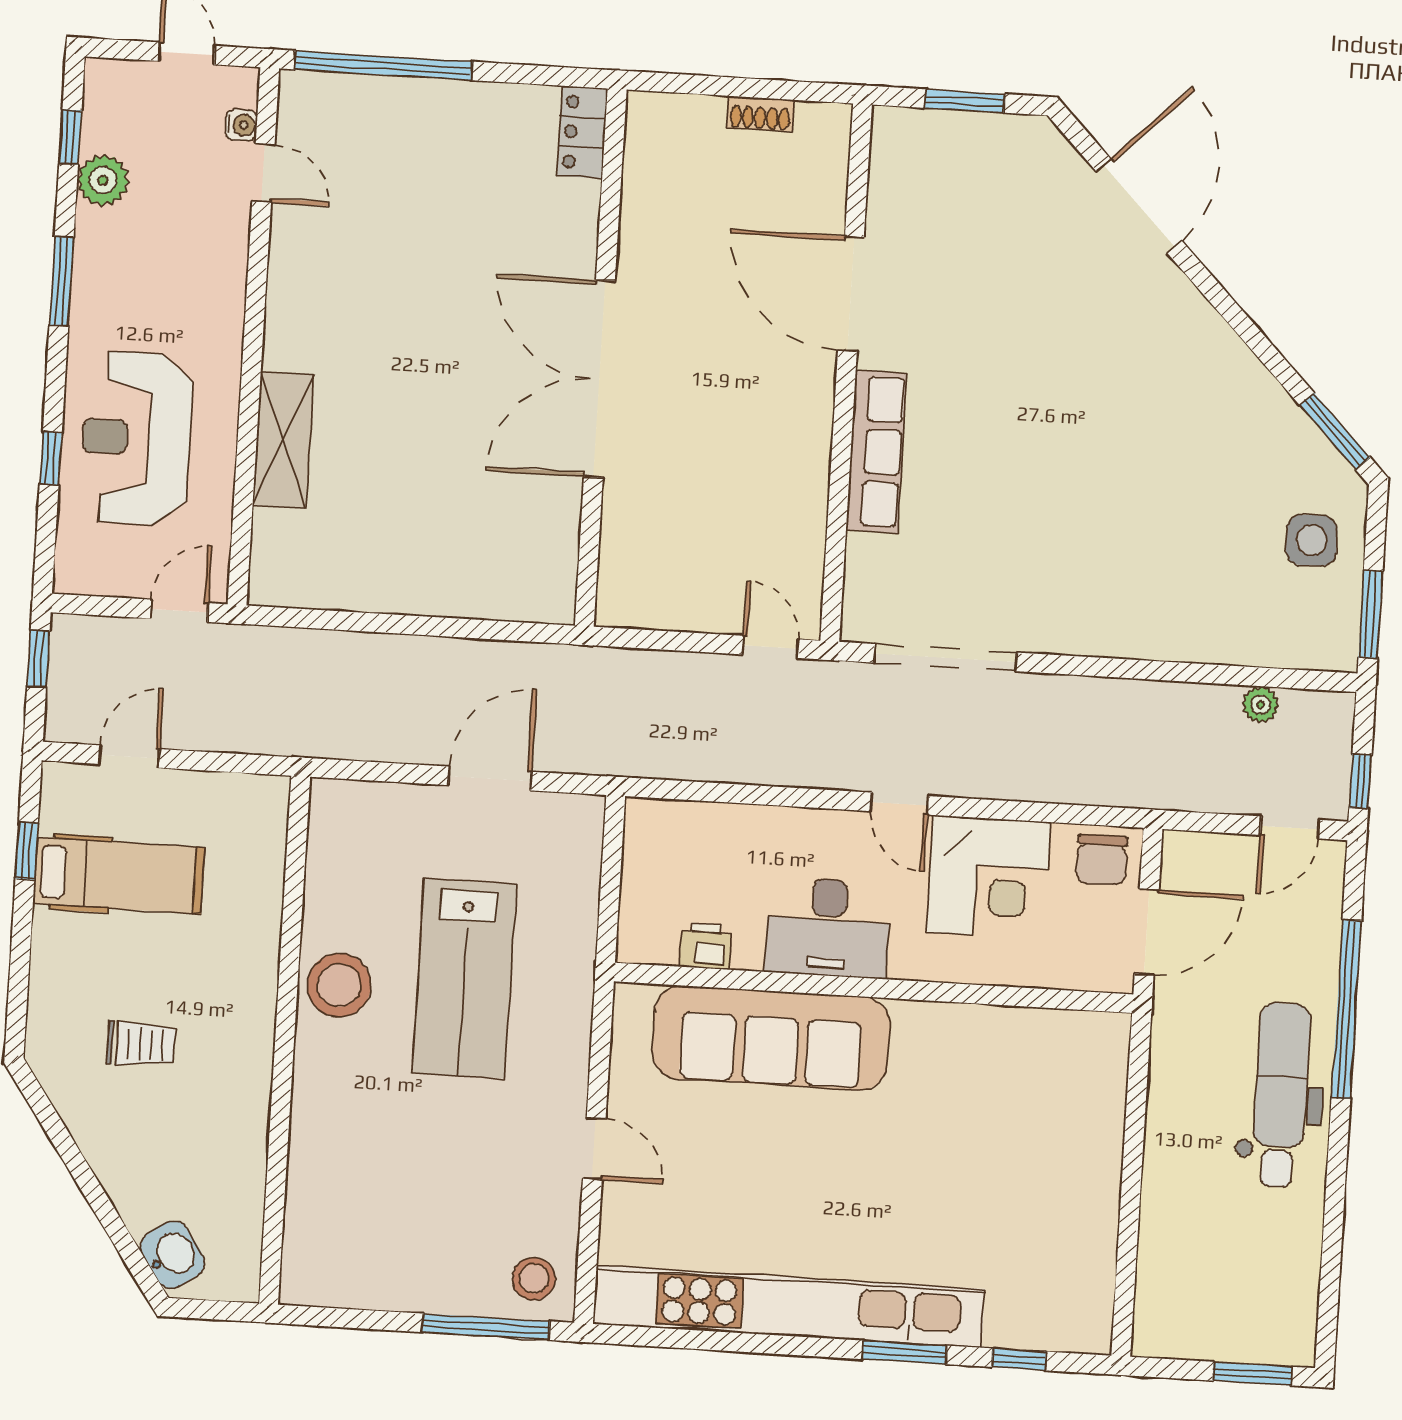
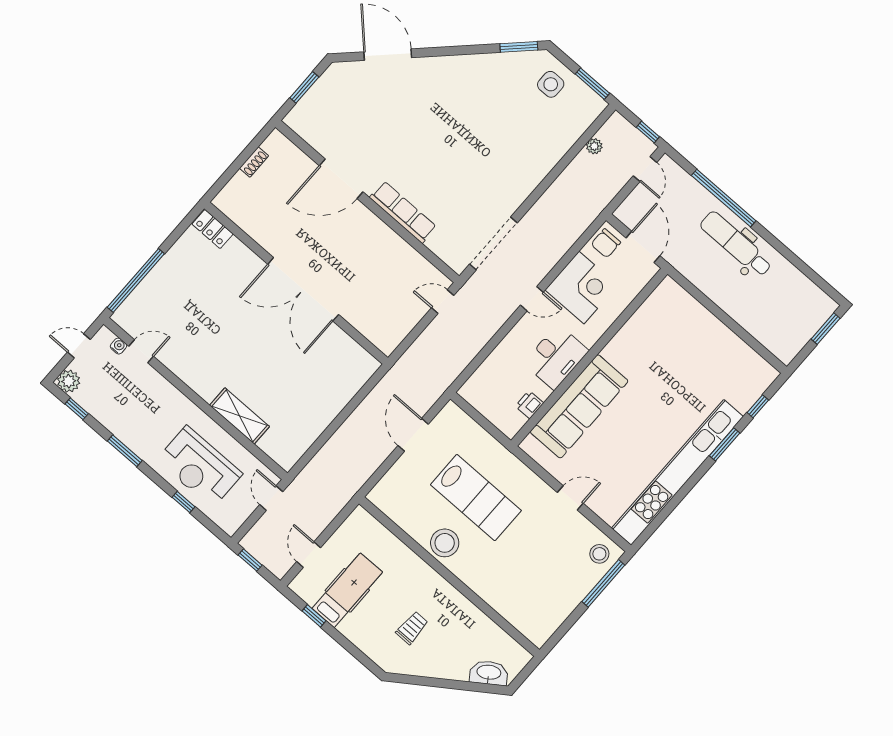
plant: (103, 180) -> (69, 381), moved
chair: (1102, 860) -> (606, 243), turned 90
washbasin: (172, 1255) -> (489, 673), width x1.38

